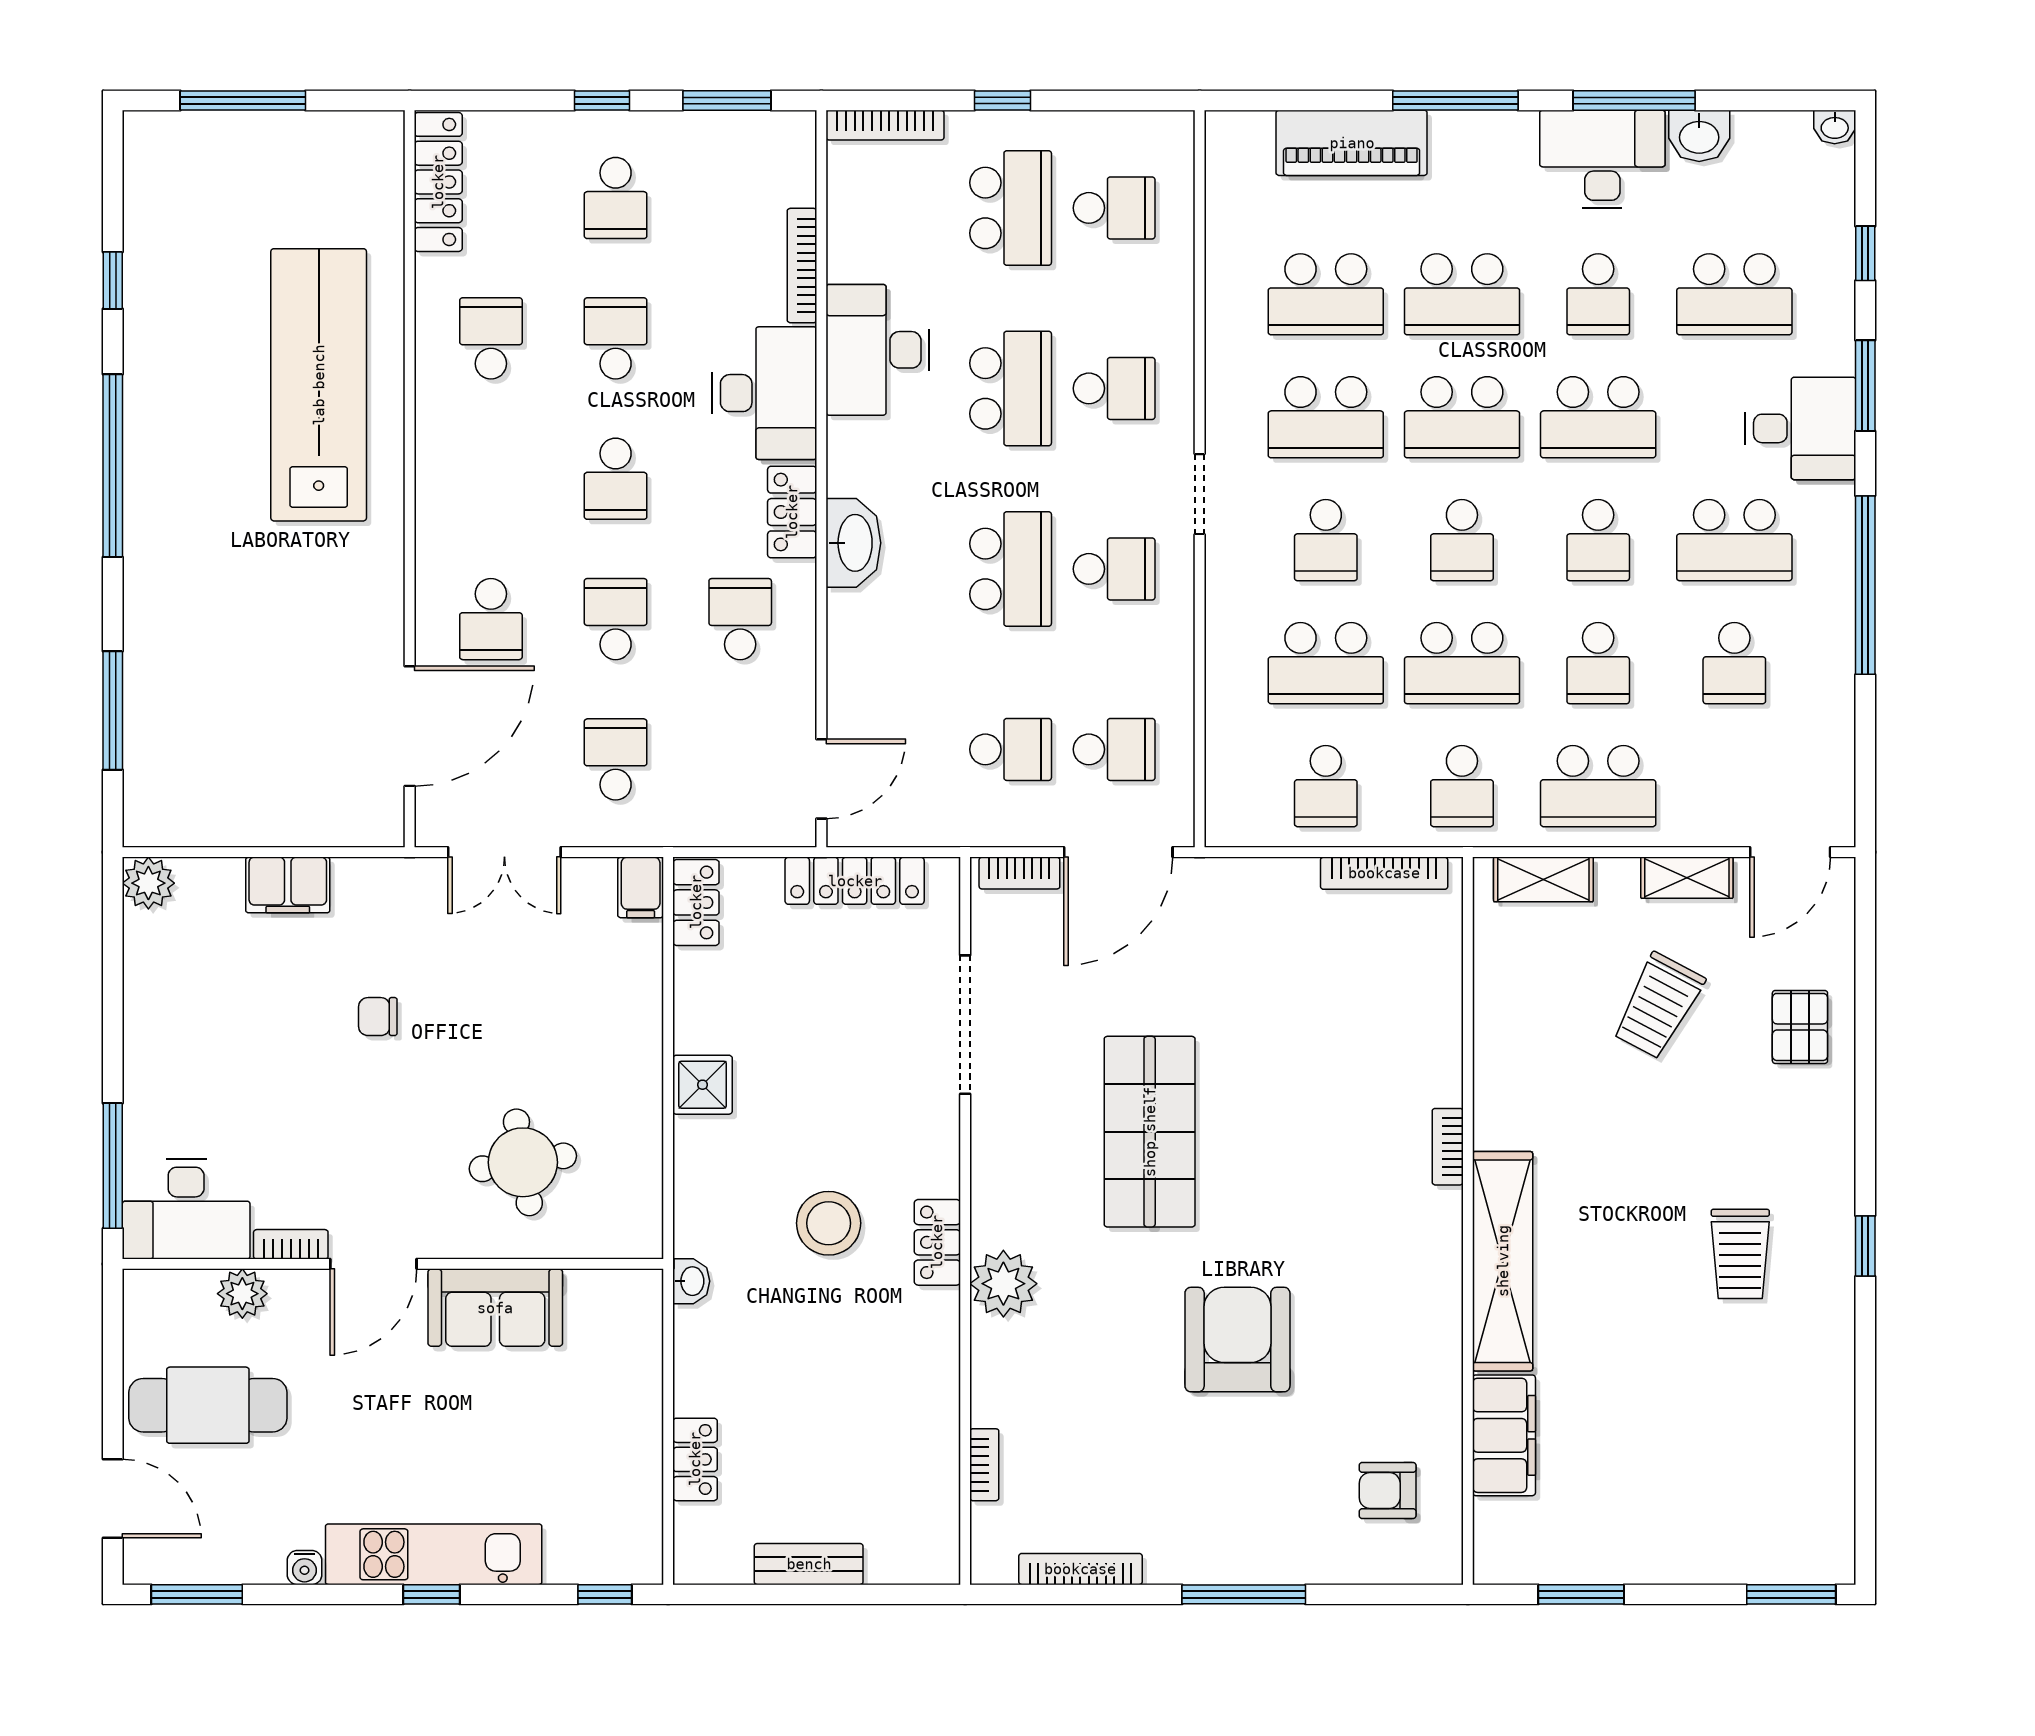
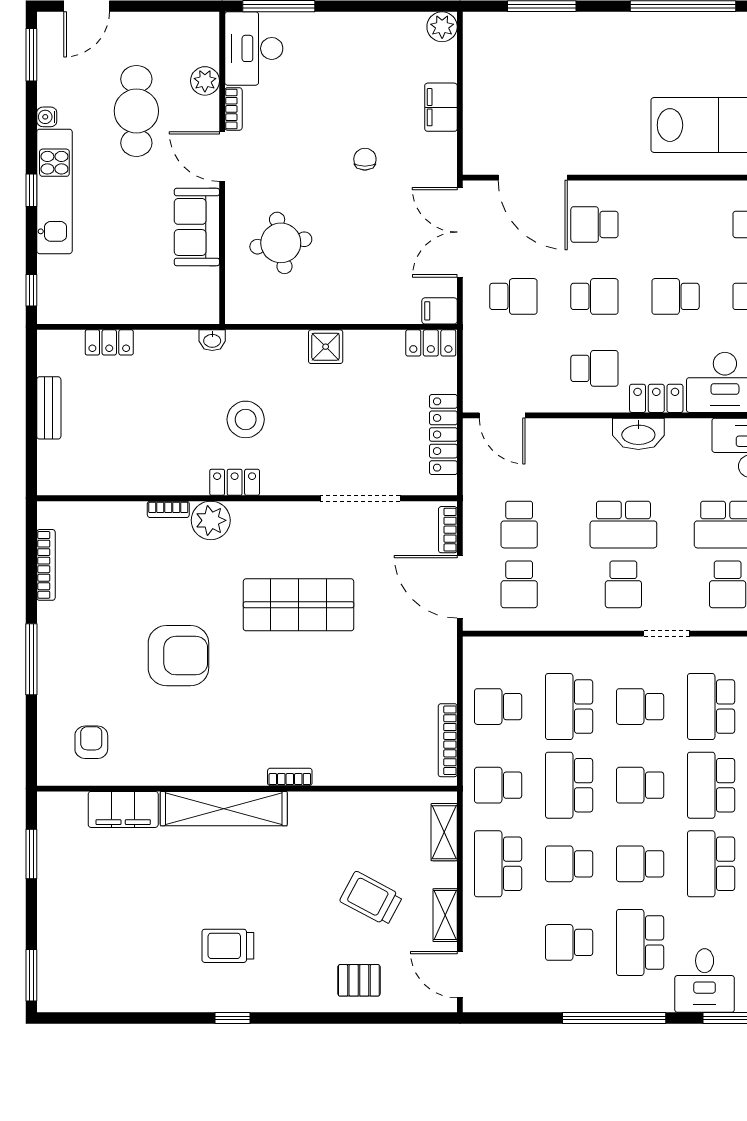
double door: (504, 852) -> (460, 232), width x1.37
cafe table: (208, 1405) -> (136, 111), moved
bookcase: (984, 1465) -> (168, 509), moved

